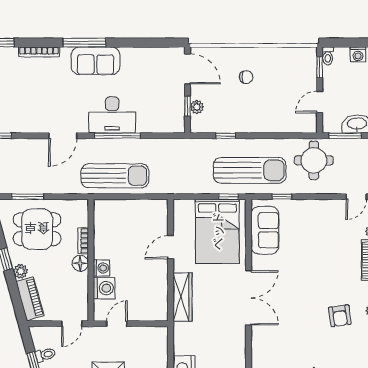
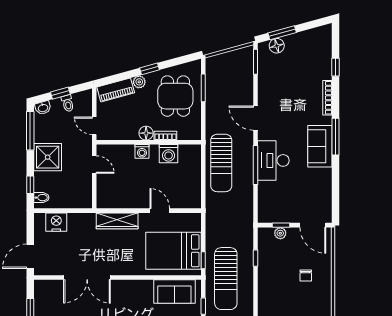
door: (187, 69) -> (313, 225), hinge flipped
washing machine: (104, 288) -> (169, 154), moved
double door: (248, 298) -> (87, 277), moved

